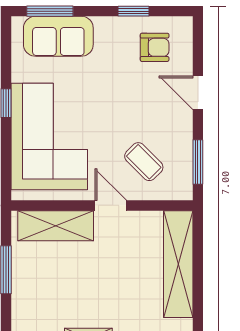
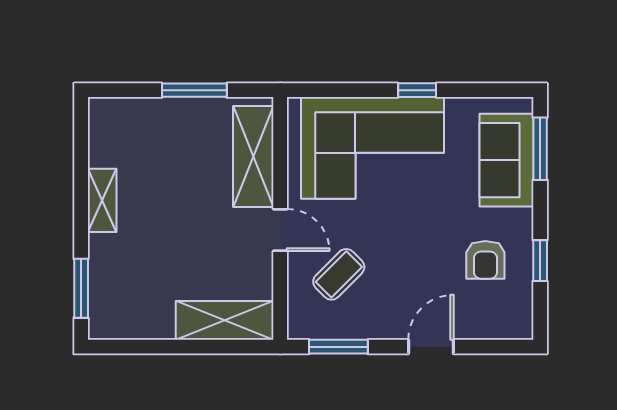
armchair: (155, 47) -> (485, 260), moved
door: (111, 205) -> (280, 230), hinge flipped
shelving: (178, 264) -> (225, 320), width x0.68

